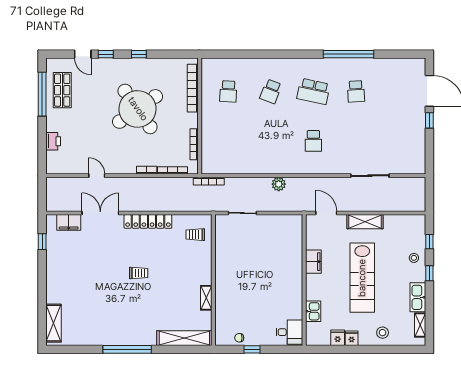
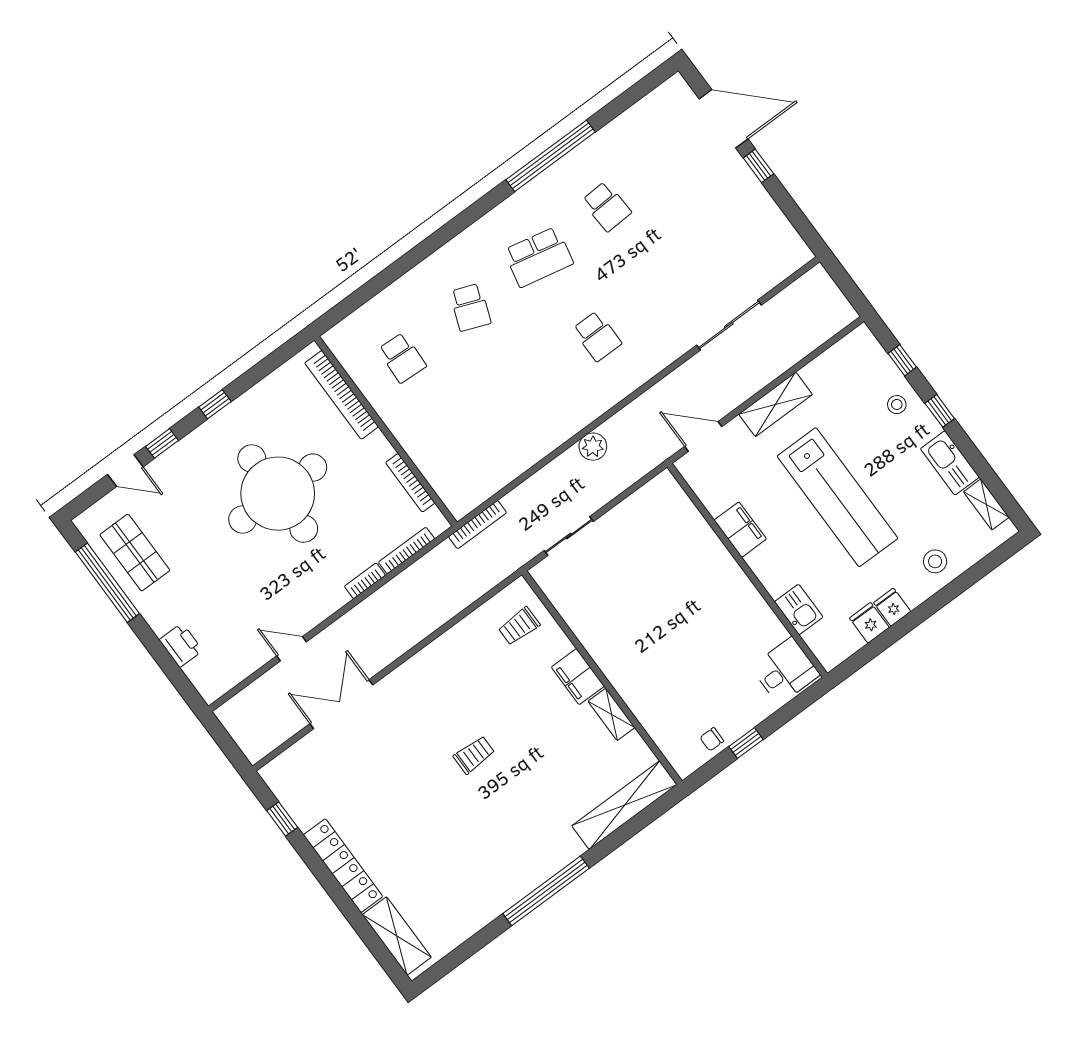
round table: (138, 109) -> (278, 494), turned 35
locker: (148, 221) -> (343, 866), moved, turned -90
filing cabinet: (69, 222) -> (578, 677), moved, turned 90

